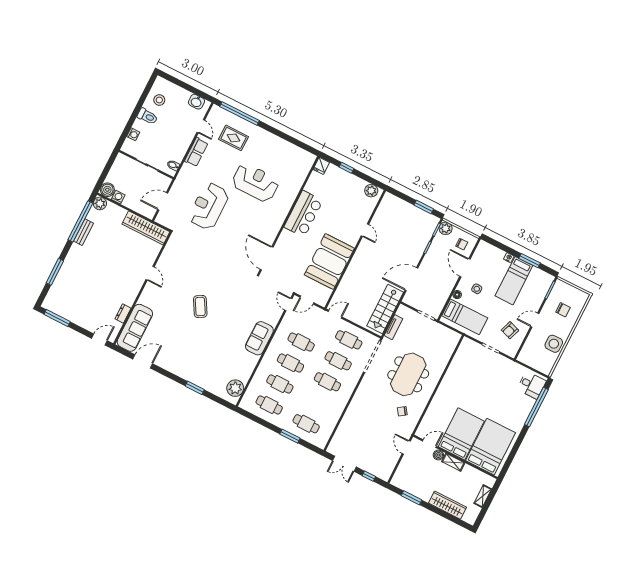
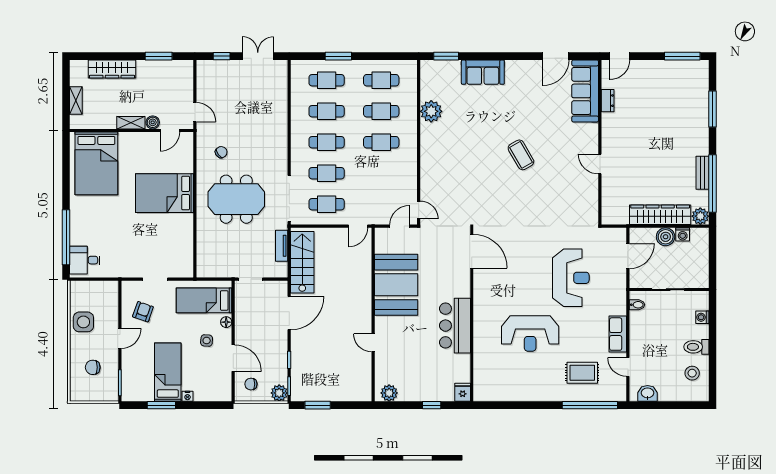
boiler: (107, 190) -> (666, 237), moved
wardrobe: (146, 228) -> (660, 215), moved
sofa: (259, 338) -> (483, 72), moved, turned 90
cafe table: (301, 342) -> (327, 111), moved
meeting table: (408, 374) -> (236, 199), turned 90
window: (195, 388) -> (446, 56), moved
plant: (235, 388) -> (431, 111), moved
bed: (461, 434) -> (165, 193), moved, turned 90

